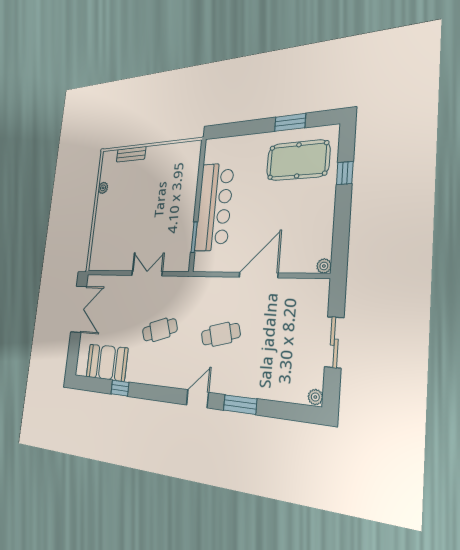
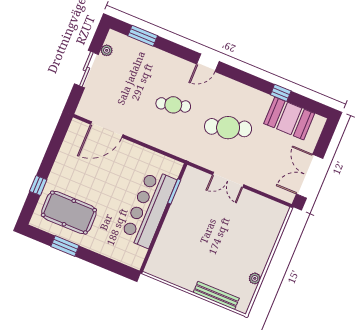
bench: (131, 154) -> (216, 295), width x1.36
plant: (324, 266) -> (76, 125), removed
door: (258, 275) -> (107, 129), moved
cafe table: (160, 330) -> (228, 128), width x1.37, depth x1.35
plant: (315, 397) -> (107, 50), moved
window: (240, 405) -> (143, 36), moved

